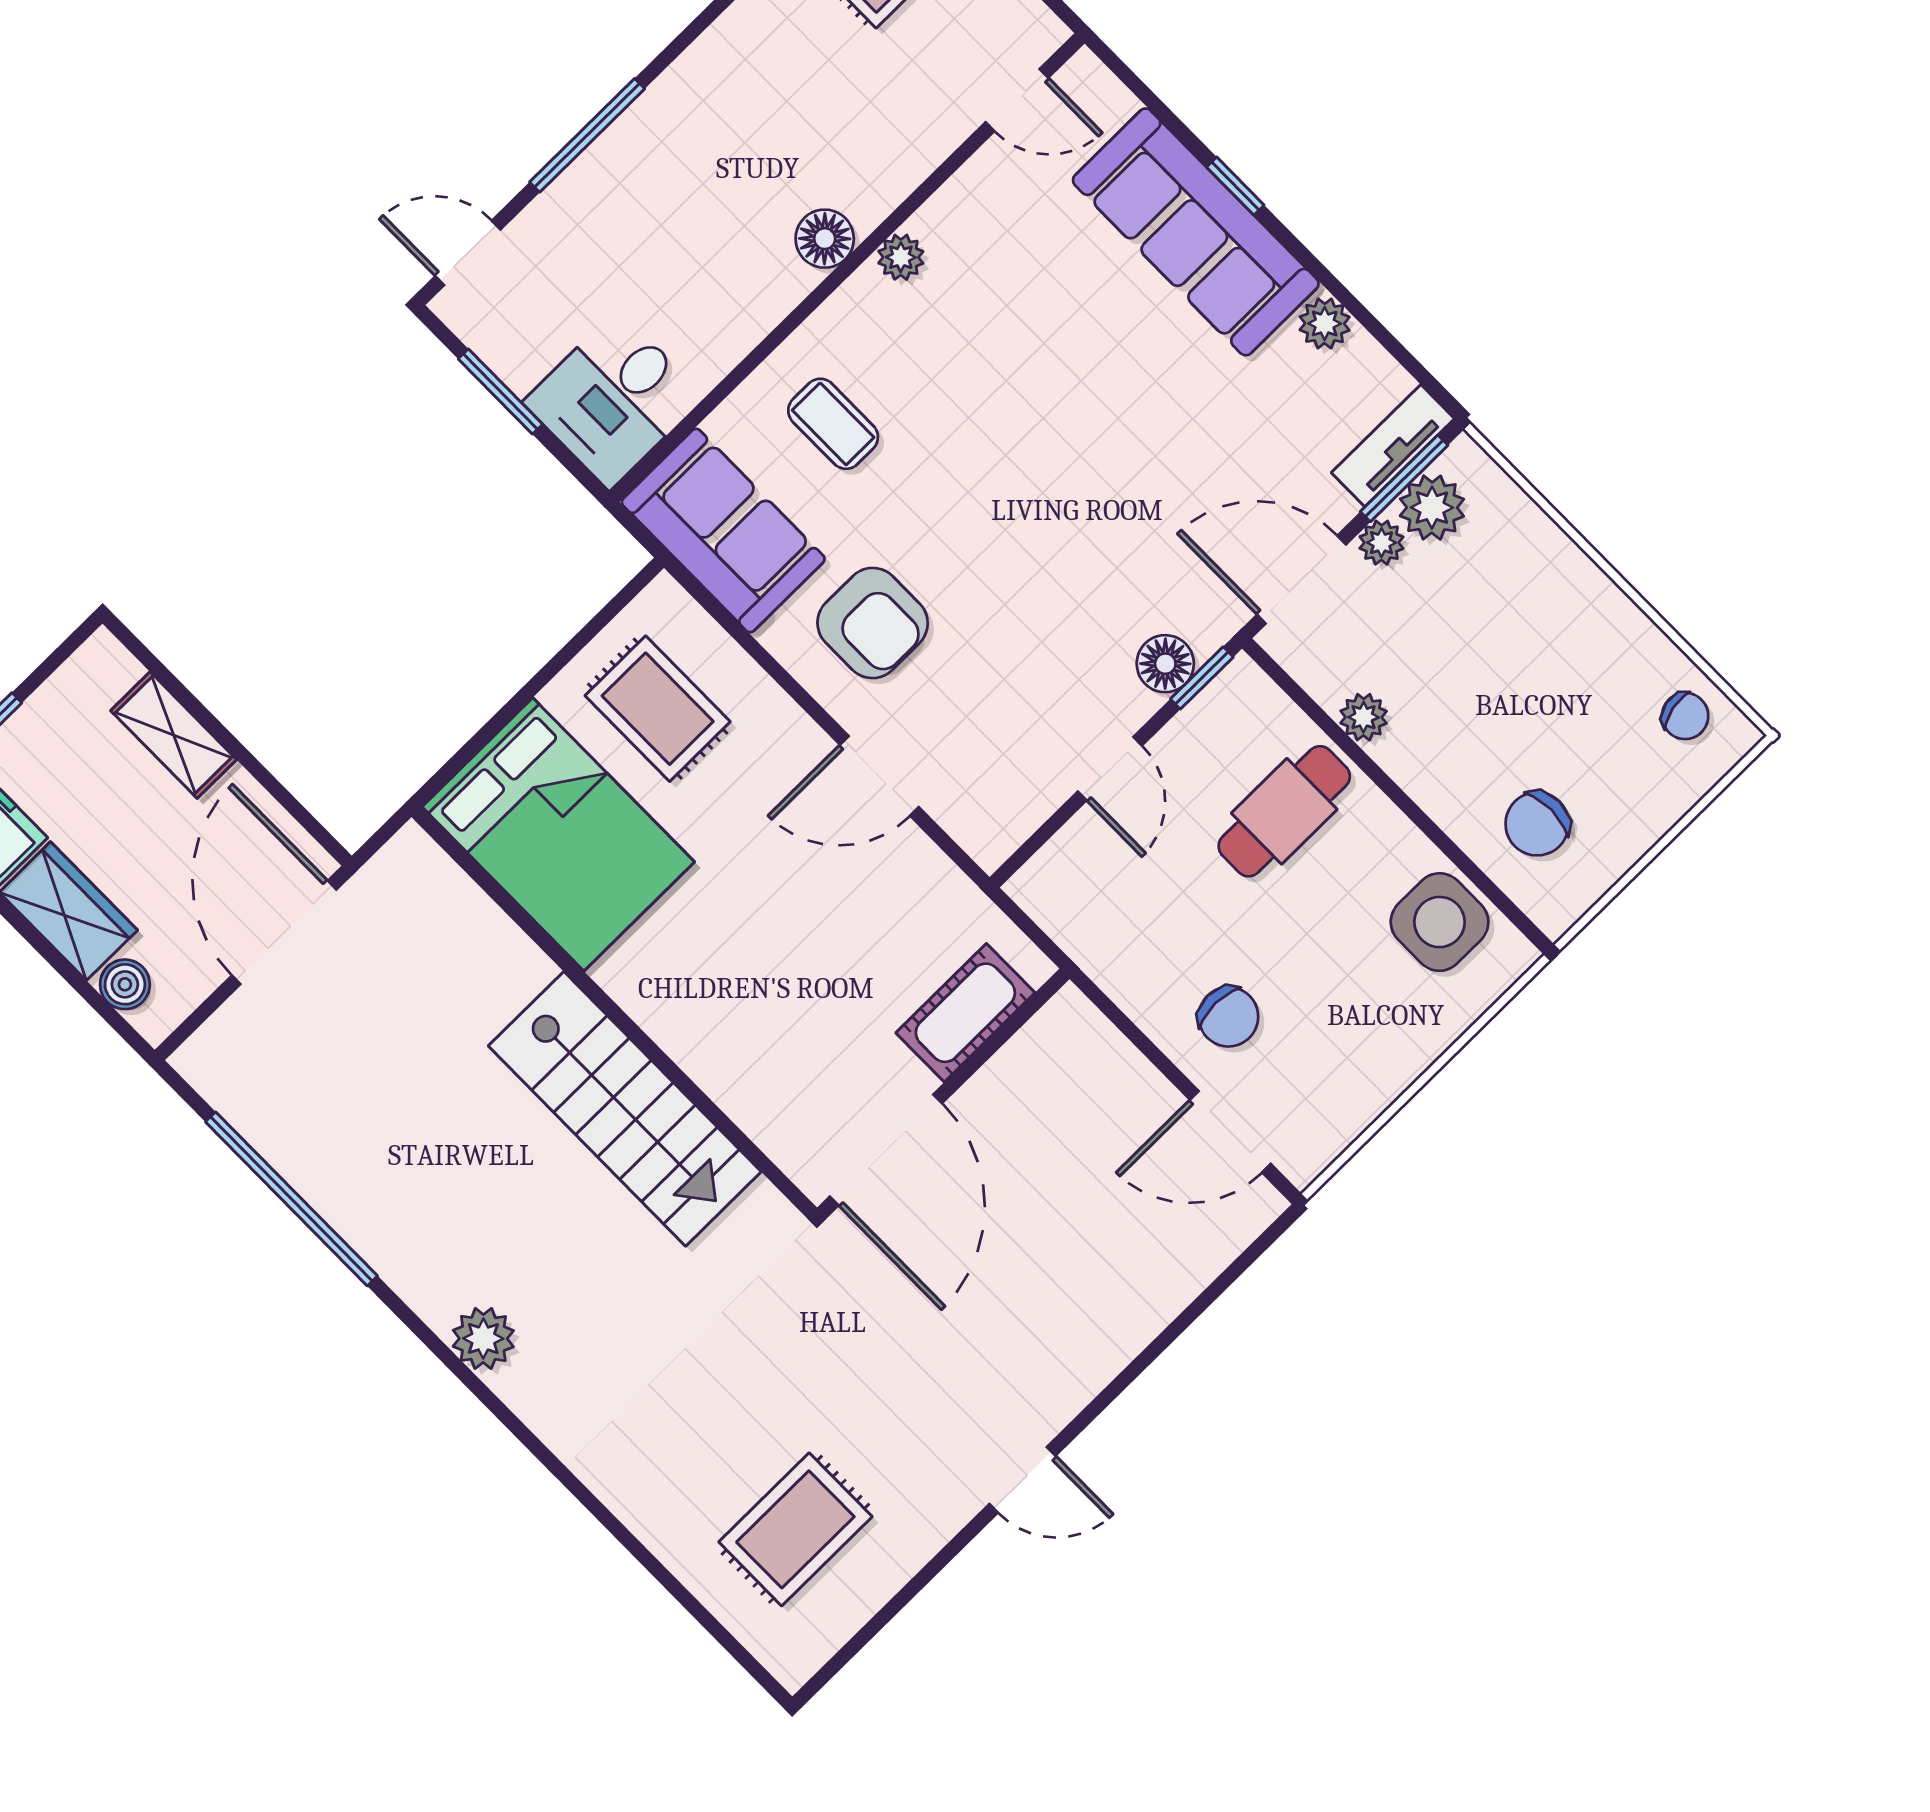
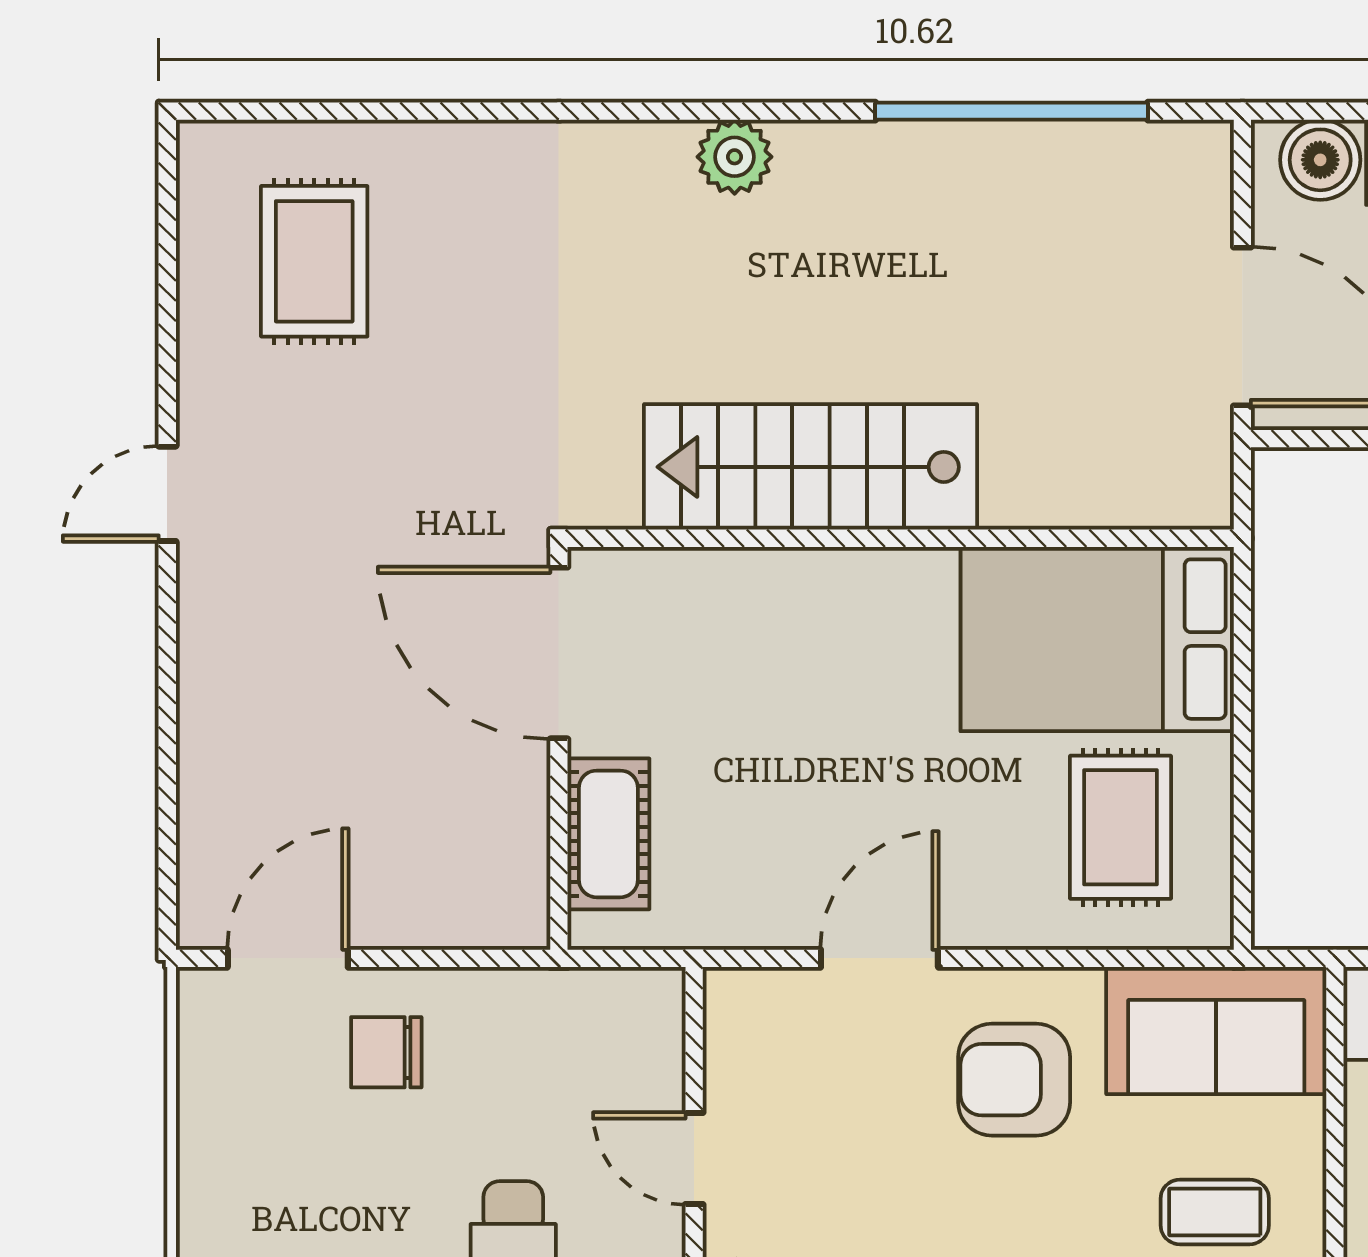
rug: (658, 709) -> (1121, 827), turned 90
boiler: (125, 984) -> (1320, 160), width x1.36, depth x1.36

